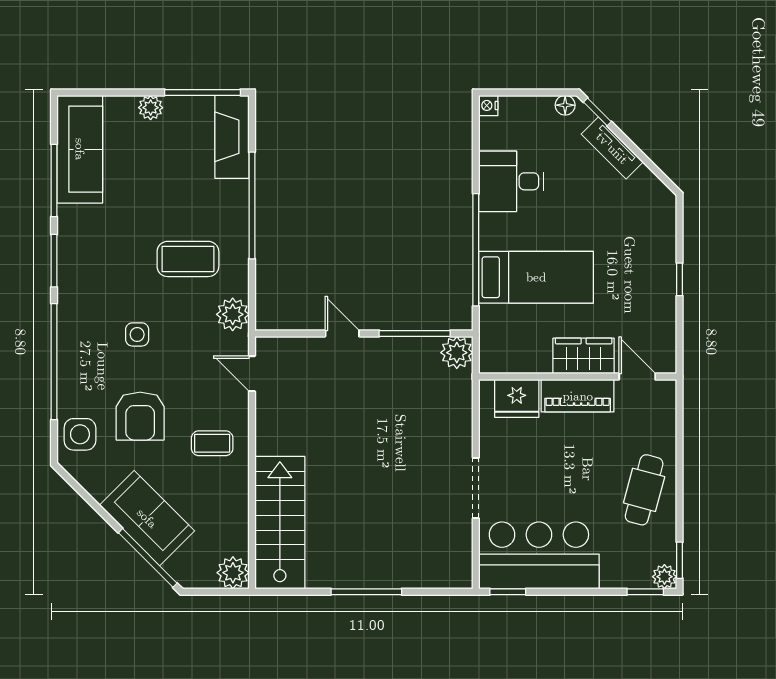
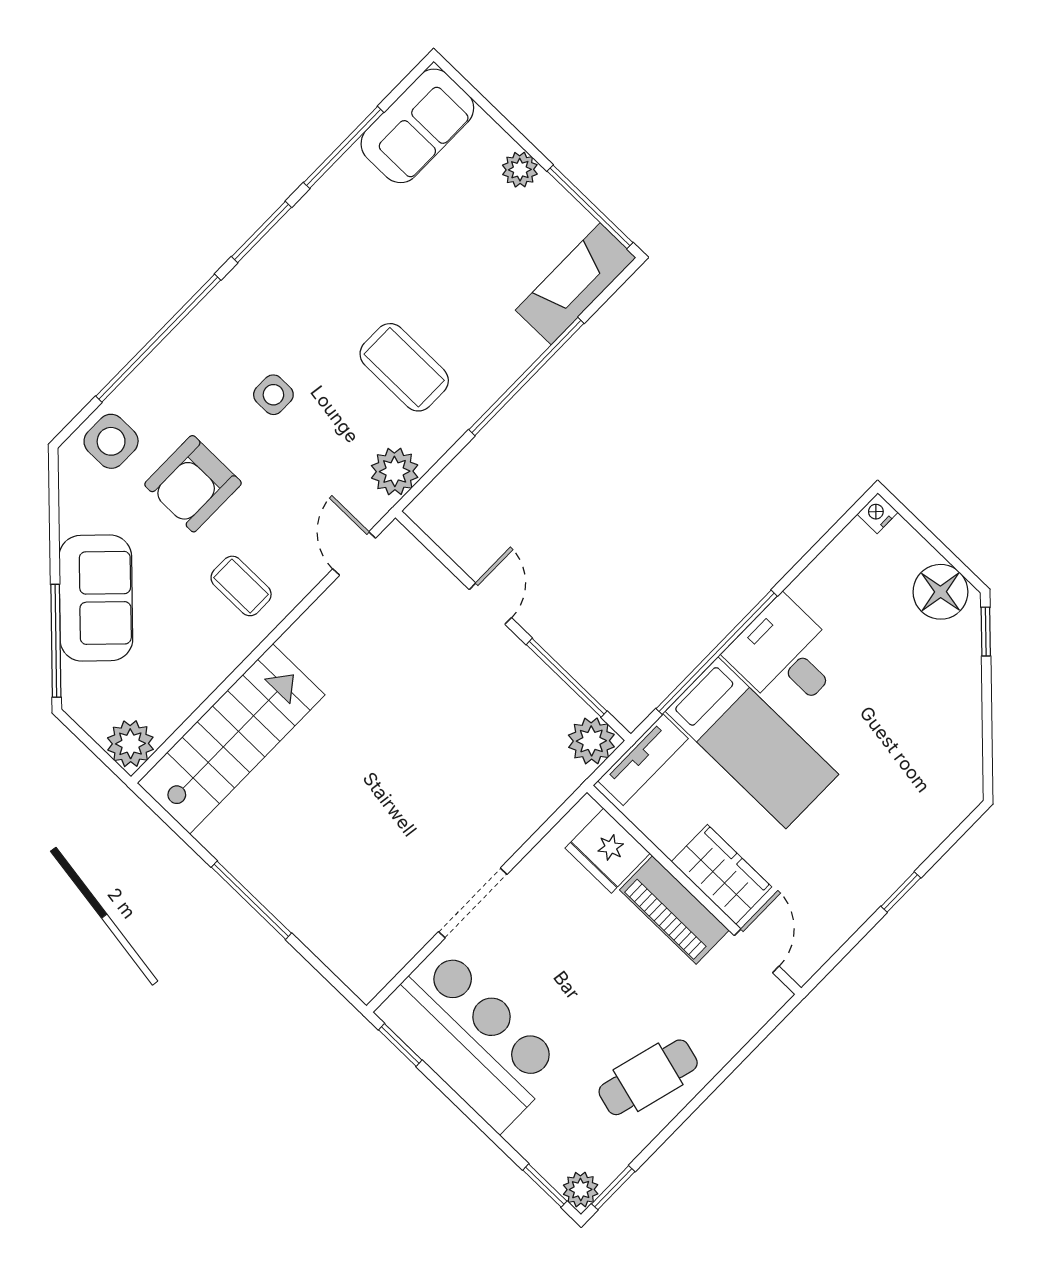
floor lamp: (565, 105) -> (940, 592), width x1.89, depth x1.89
tv unit: (612, 148) -> (643, 760), moved, turned -135
sofa: (80, 149) -> (417, 126), width x0.73
desk: (511, 181) -> (786, 656), moved

